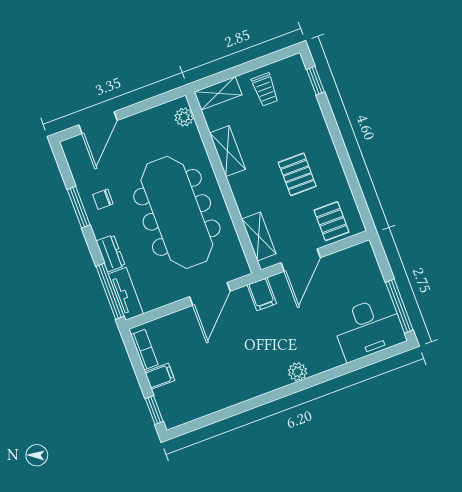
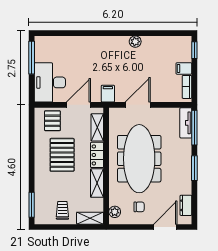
window: (315, 81) -> (32, 205), width x1.50
pallet: (297, 174) -> (62, 155), width x1.50, depth x1.42
locker: (244, 194) -> (97, 155), added
chair: (103, 199) -> (139, 207), moved
window: (79, 207) -> (194, 168), moved
dresser: (111, 253) -> (186, 205), moved
desk: (368, 328) -> (50, 82), moved, turned -90
plant: (298, 372) -> (135, 42), moved

